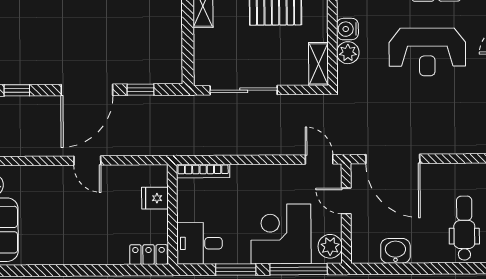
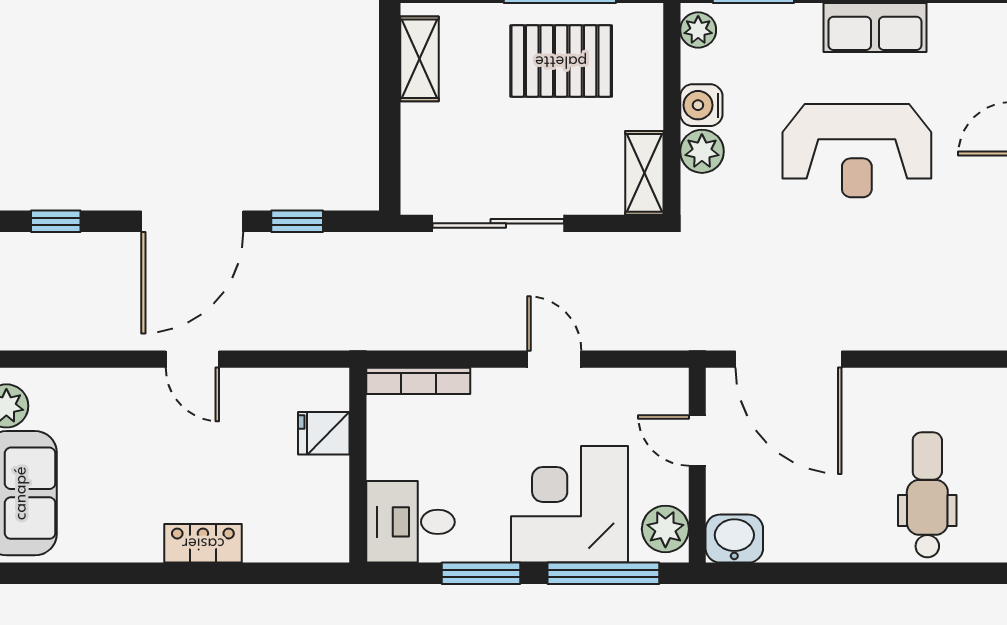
door: (319, 159) -> (554, 359), moved
washbasin: (395, 251) -> (734, 539), moved
locker: (149, 255) -> (203, 543), moved

